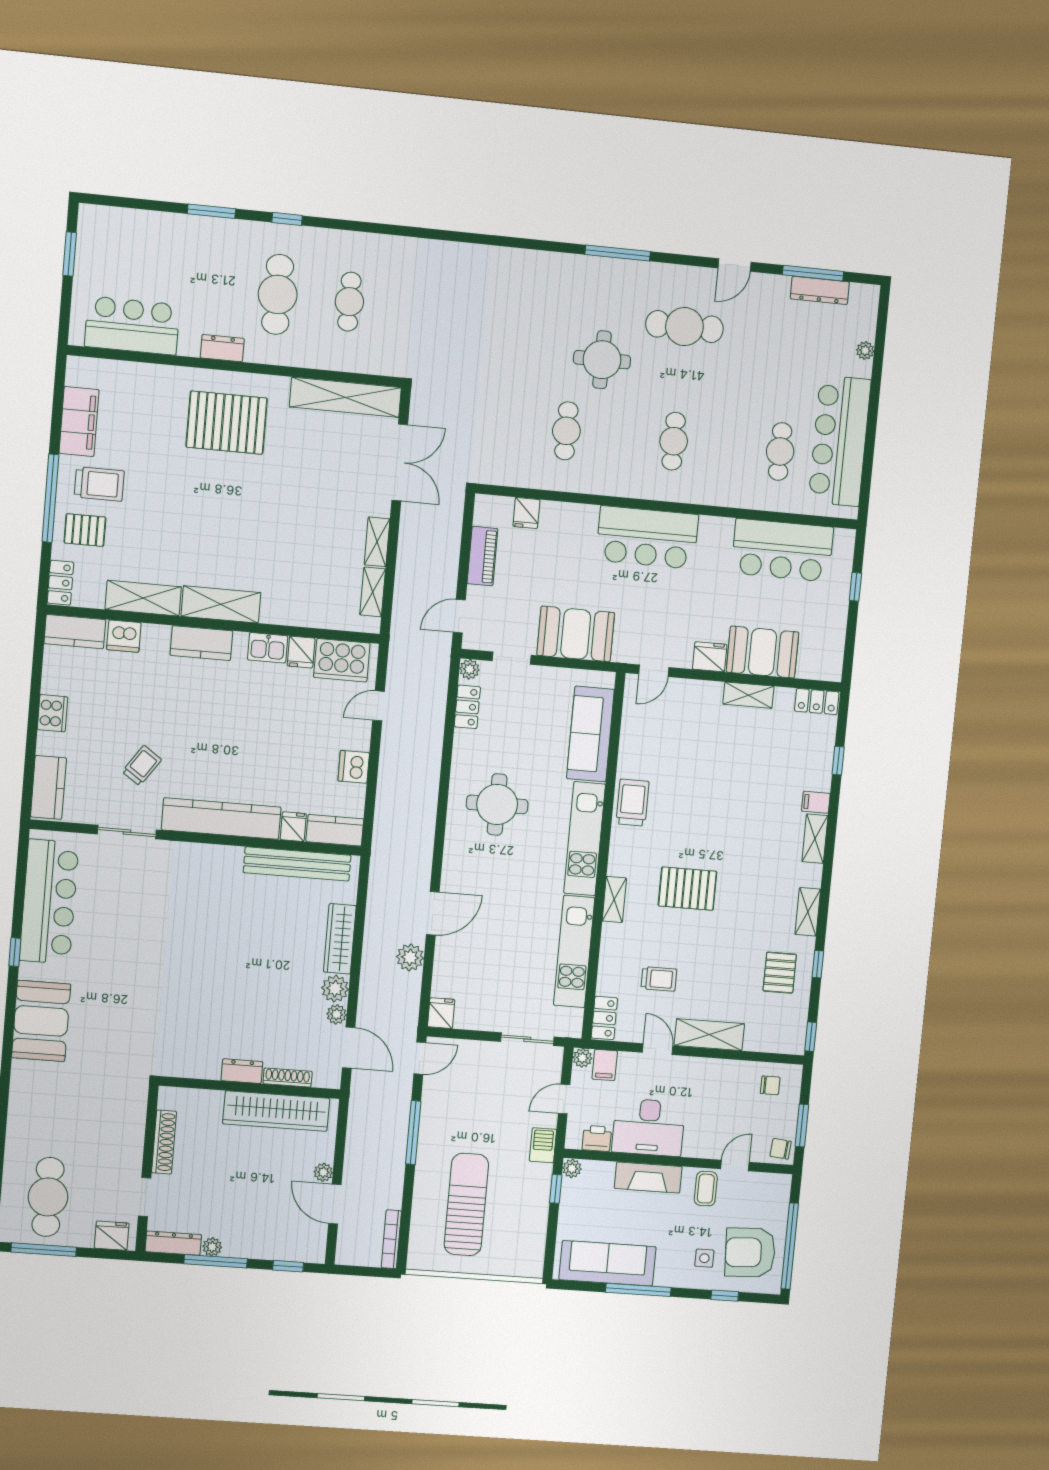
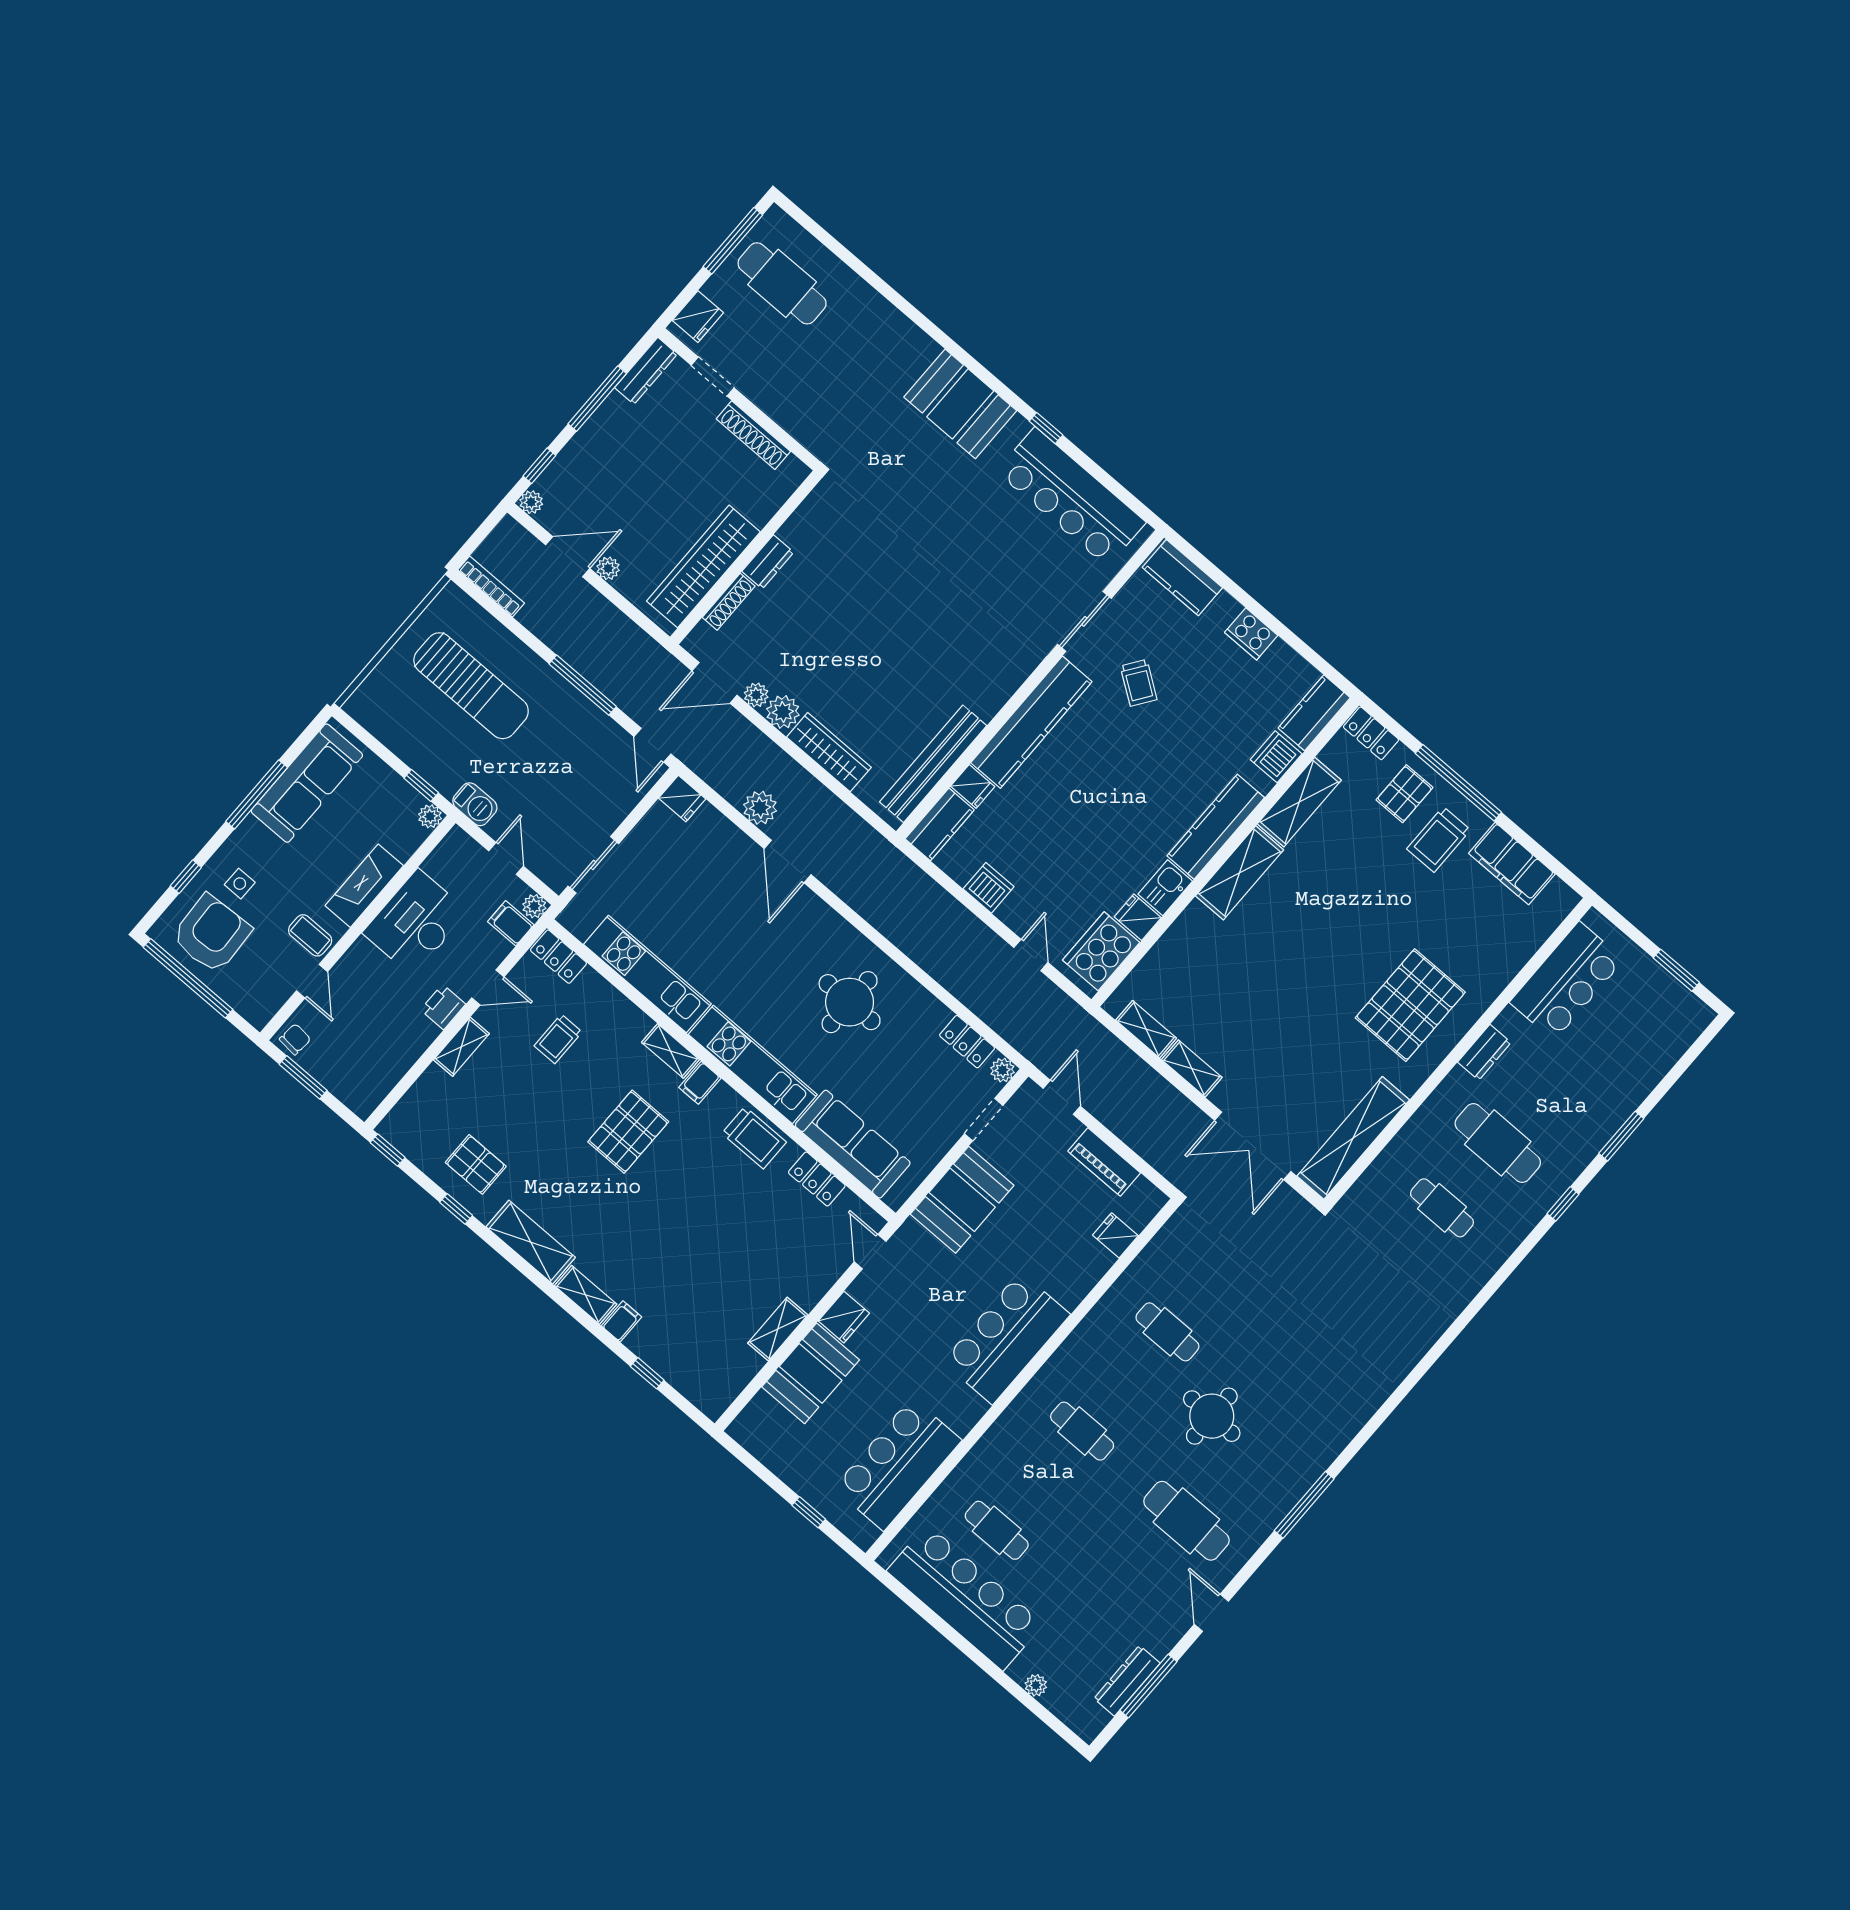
cafe table: (684, 327) -> (1186, 1521), turned 90
kitchen counter: (201, 643) -> (1216, 827), width x1.50
locker: (817, 702) -> (817, 1179), moved, turned -90
filing cabinet: (622, 865) -> (700, 1083), added
shelving: (808, 912) -> (531, 1242), width x1.50, depth x1.33
shelving: (709, 1035) -> (461, 1047), width x0.67, depth x0.75
chair: (770, 1085) -> (368, 1074), removed
printer: (597, 1138) -> (443, 1007), moved, turned 180
plant: (212, 1247) -> (531, 502), moved

